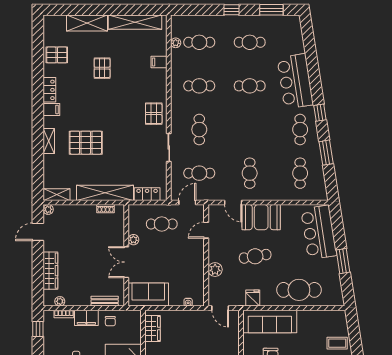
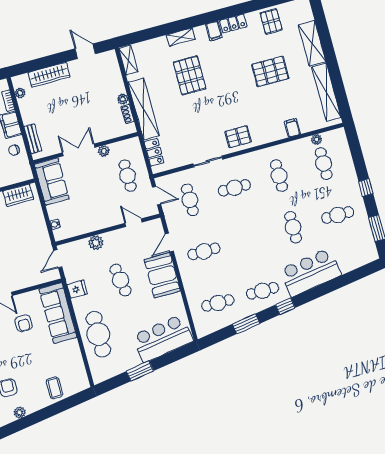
cafe table: (250, 42) -> (338, 215), turned 90
pallet: (102, 68) -> (270, 71), width x1.50, depth x1.42
plant: (48, 209) -> (123, 99), moved

